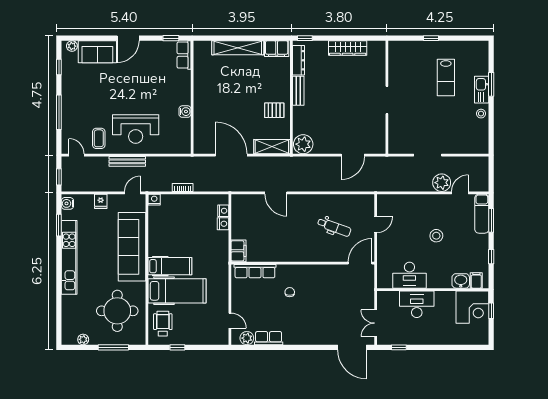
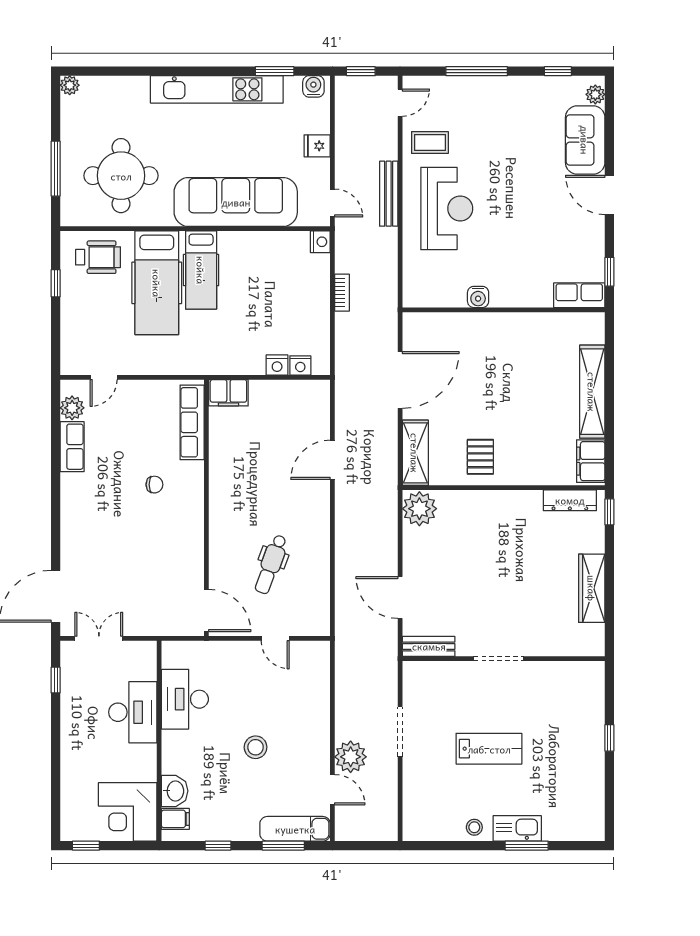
lab bench: (446, 77) -> (489, 749), moved, turned 180
bench: (298, 91) -> (429, 646), moved
reception desk: (136, 129) -> (447, 209), turned 180
window: (491, 311) -> (86, 846), moved
plant: (83, 339) -> (70, 85), moved

